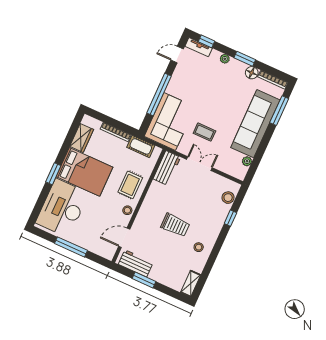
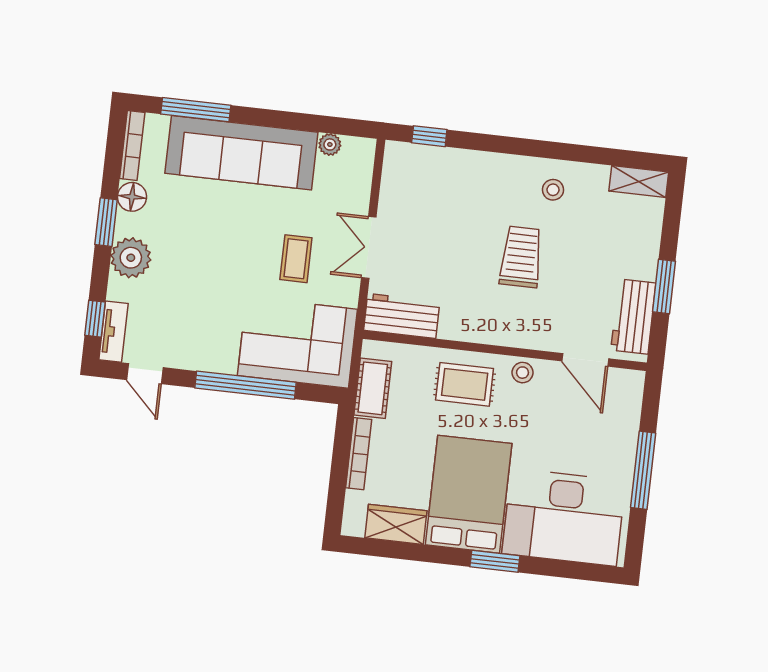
plant: (225, 59) -> (131, 258), width x1.88, depth x1.88
stool: (228, 198) -> (423, 160), removed
window: (230, 218) -> (429, 136), moved

